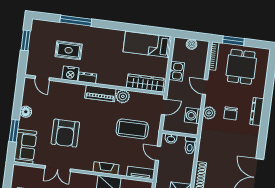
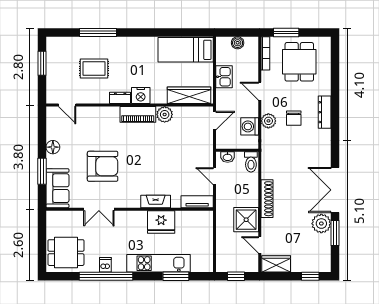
nightstand: (70, 74) -> (141, 96), moved
coffee table: (132, 129) -> (181, 151), removed
armchair: (65, 133) -> (103, 166), turned -90

